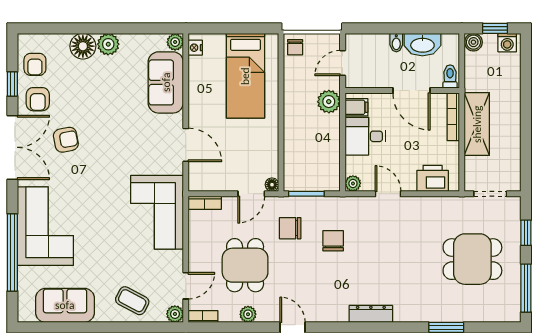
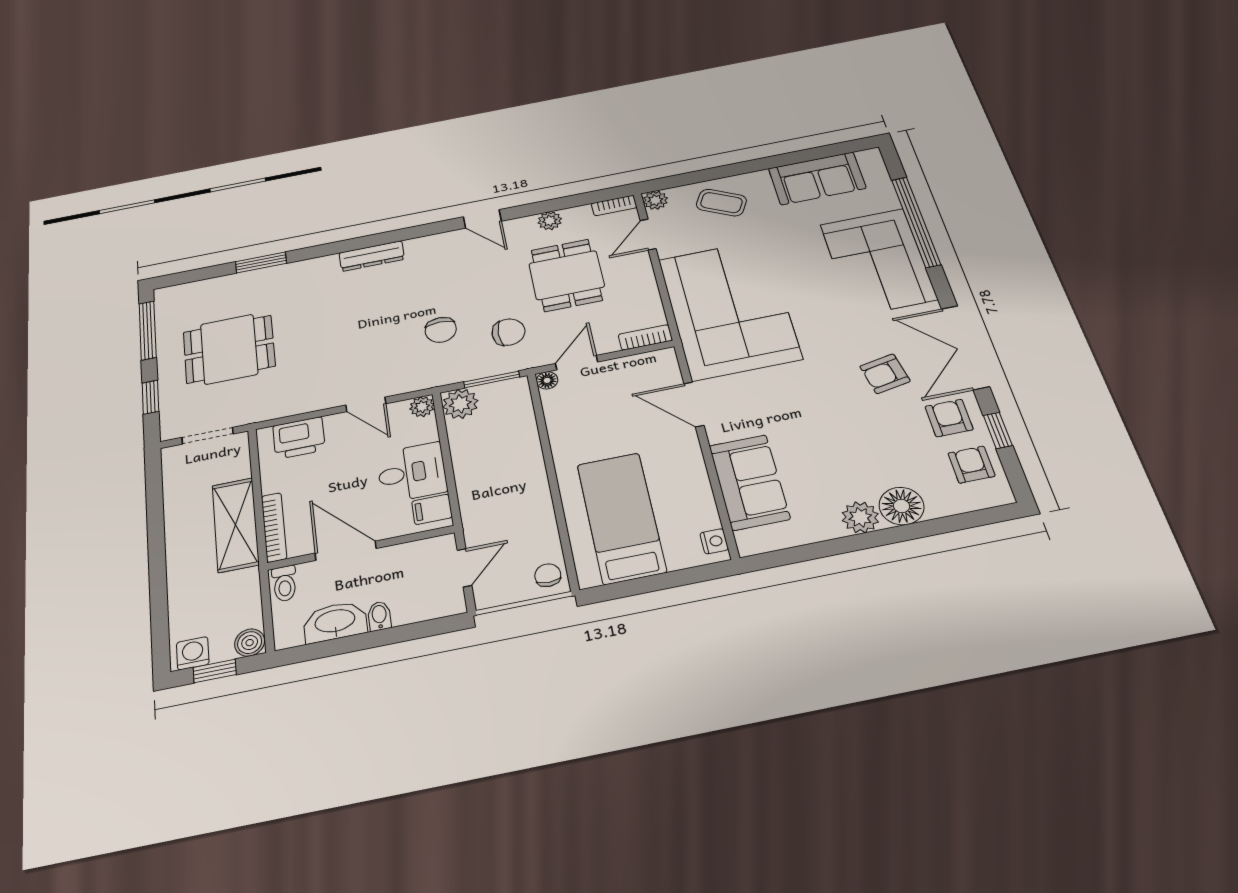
plant: (175, 42) -> (750, 543), removed
plant: (329, 102) -> (460, 404), moved
corner sofa: (157, 212) -> (729, 309), width x1.36, depth x1.36

